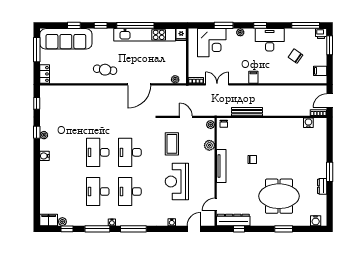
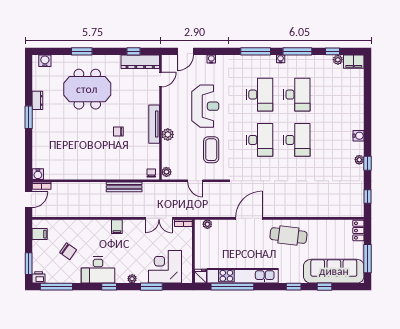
window: (135, 25) -> (232, 287), moved
cafe table: (105, 70) -> (288, 236), width x1.37, depth x1.35
water cooler: (308, 123) -> (38, 174), moved
plant: (209, 145) -> (168, 134), moved

